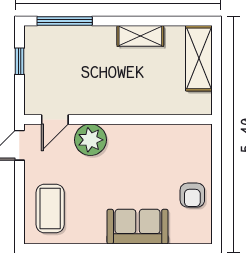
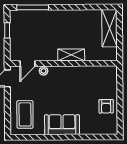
shelving: (140, 36) -> (71, 55), moved
plant: (90, 140) -> (44, 71), width x0.53, depth x0.53
sofa: (138, 227) -> (62, 125), moved

